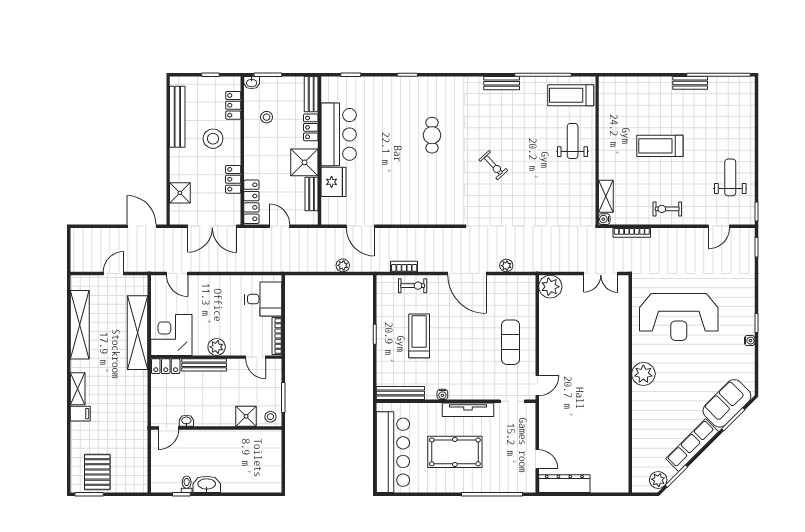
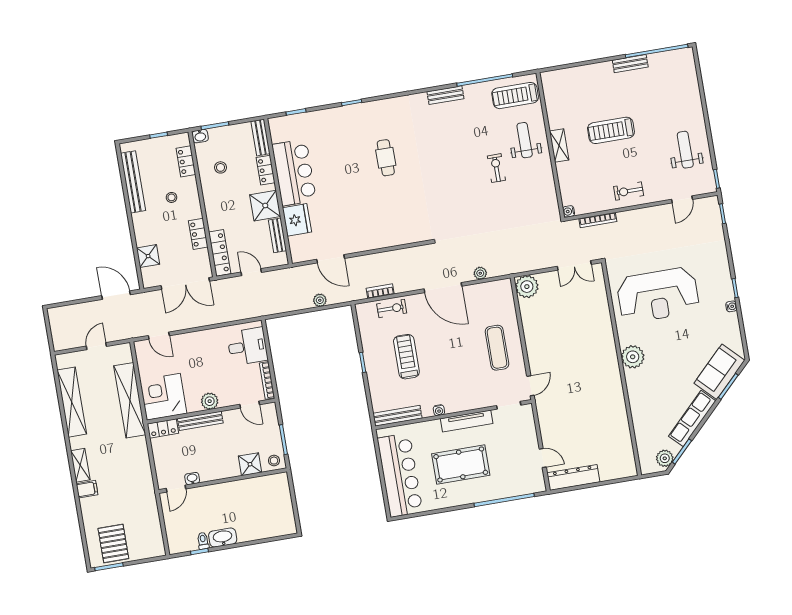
stool: (213, 139) -> (172, 197), width x0.53, depth x0.53
exercise bike: (493, 165) -> (496, 168), moved, turned -137
shelving: (606, 196) -> (559, 146), moved

